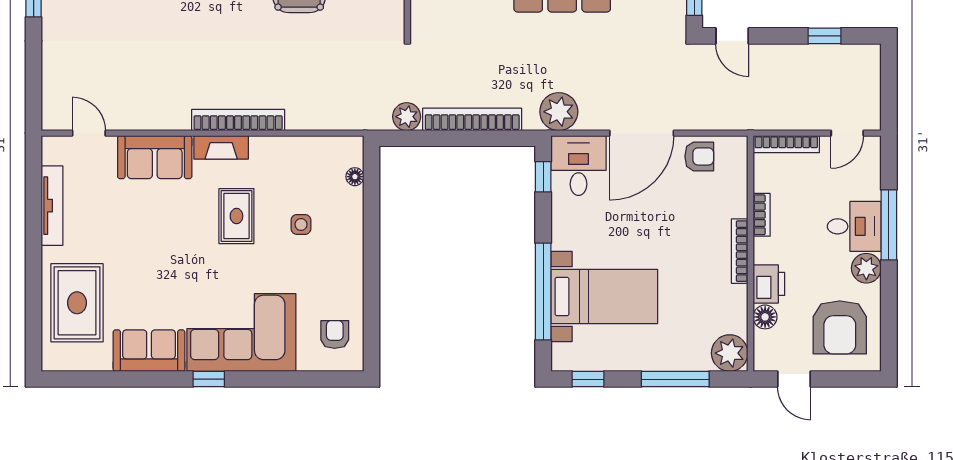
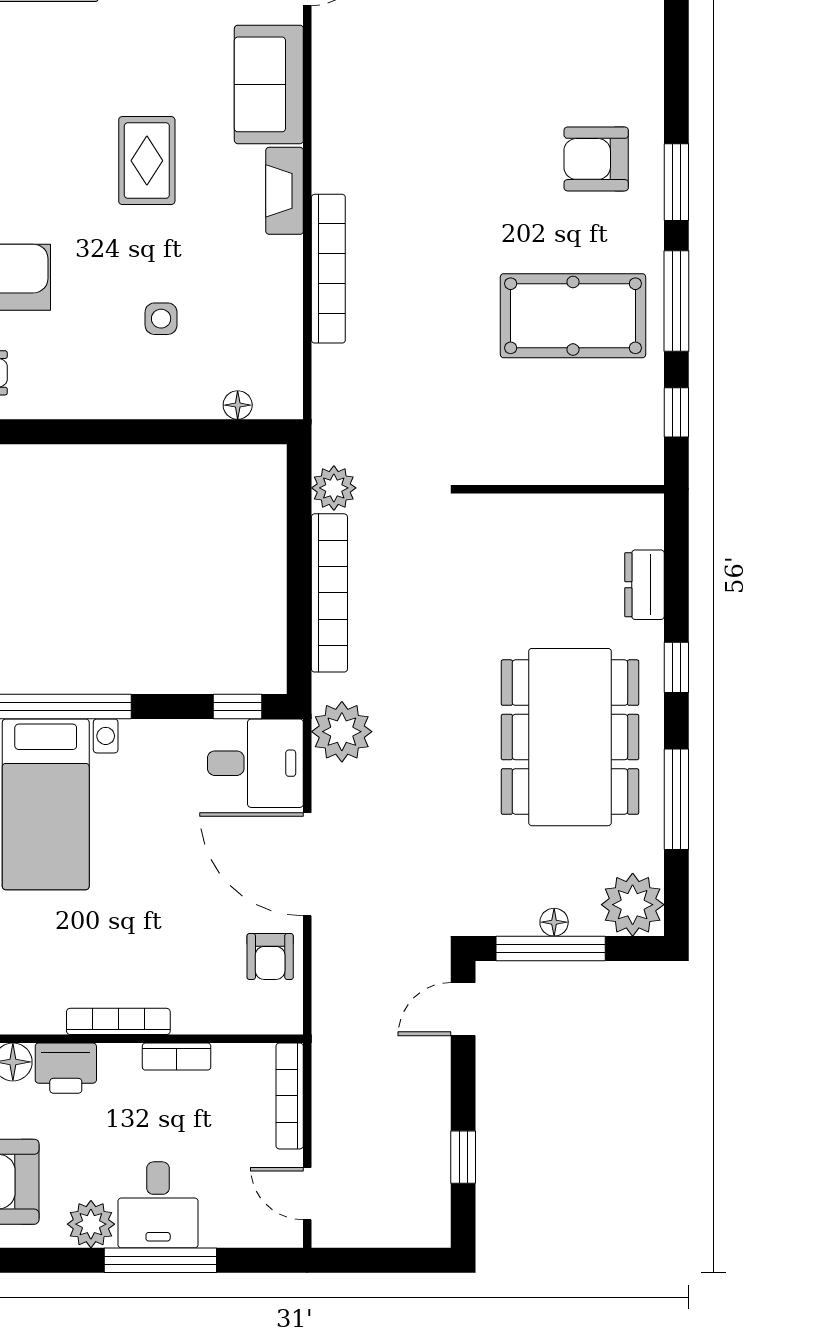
bookcase: (238, 120) -> (328, 269), moved
rug: (236, 216) -> (147, 161), moved, turned 90

